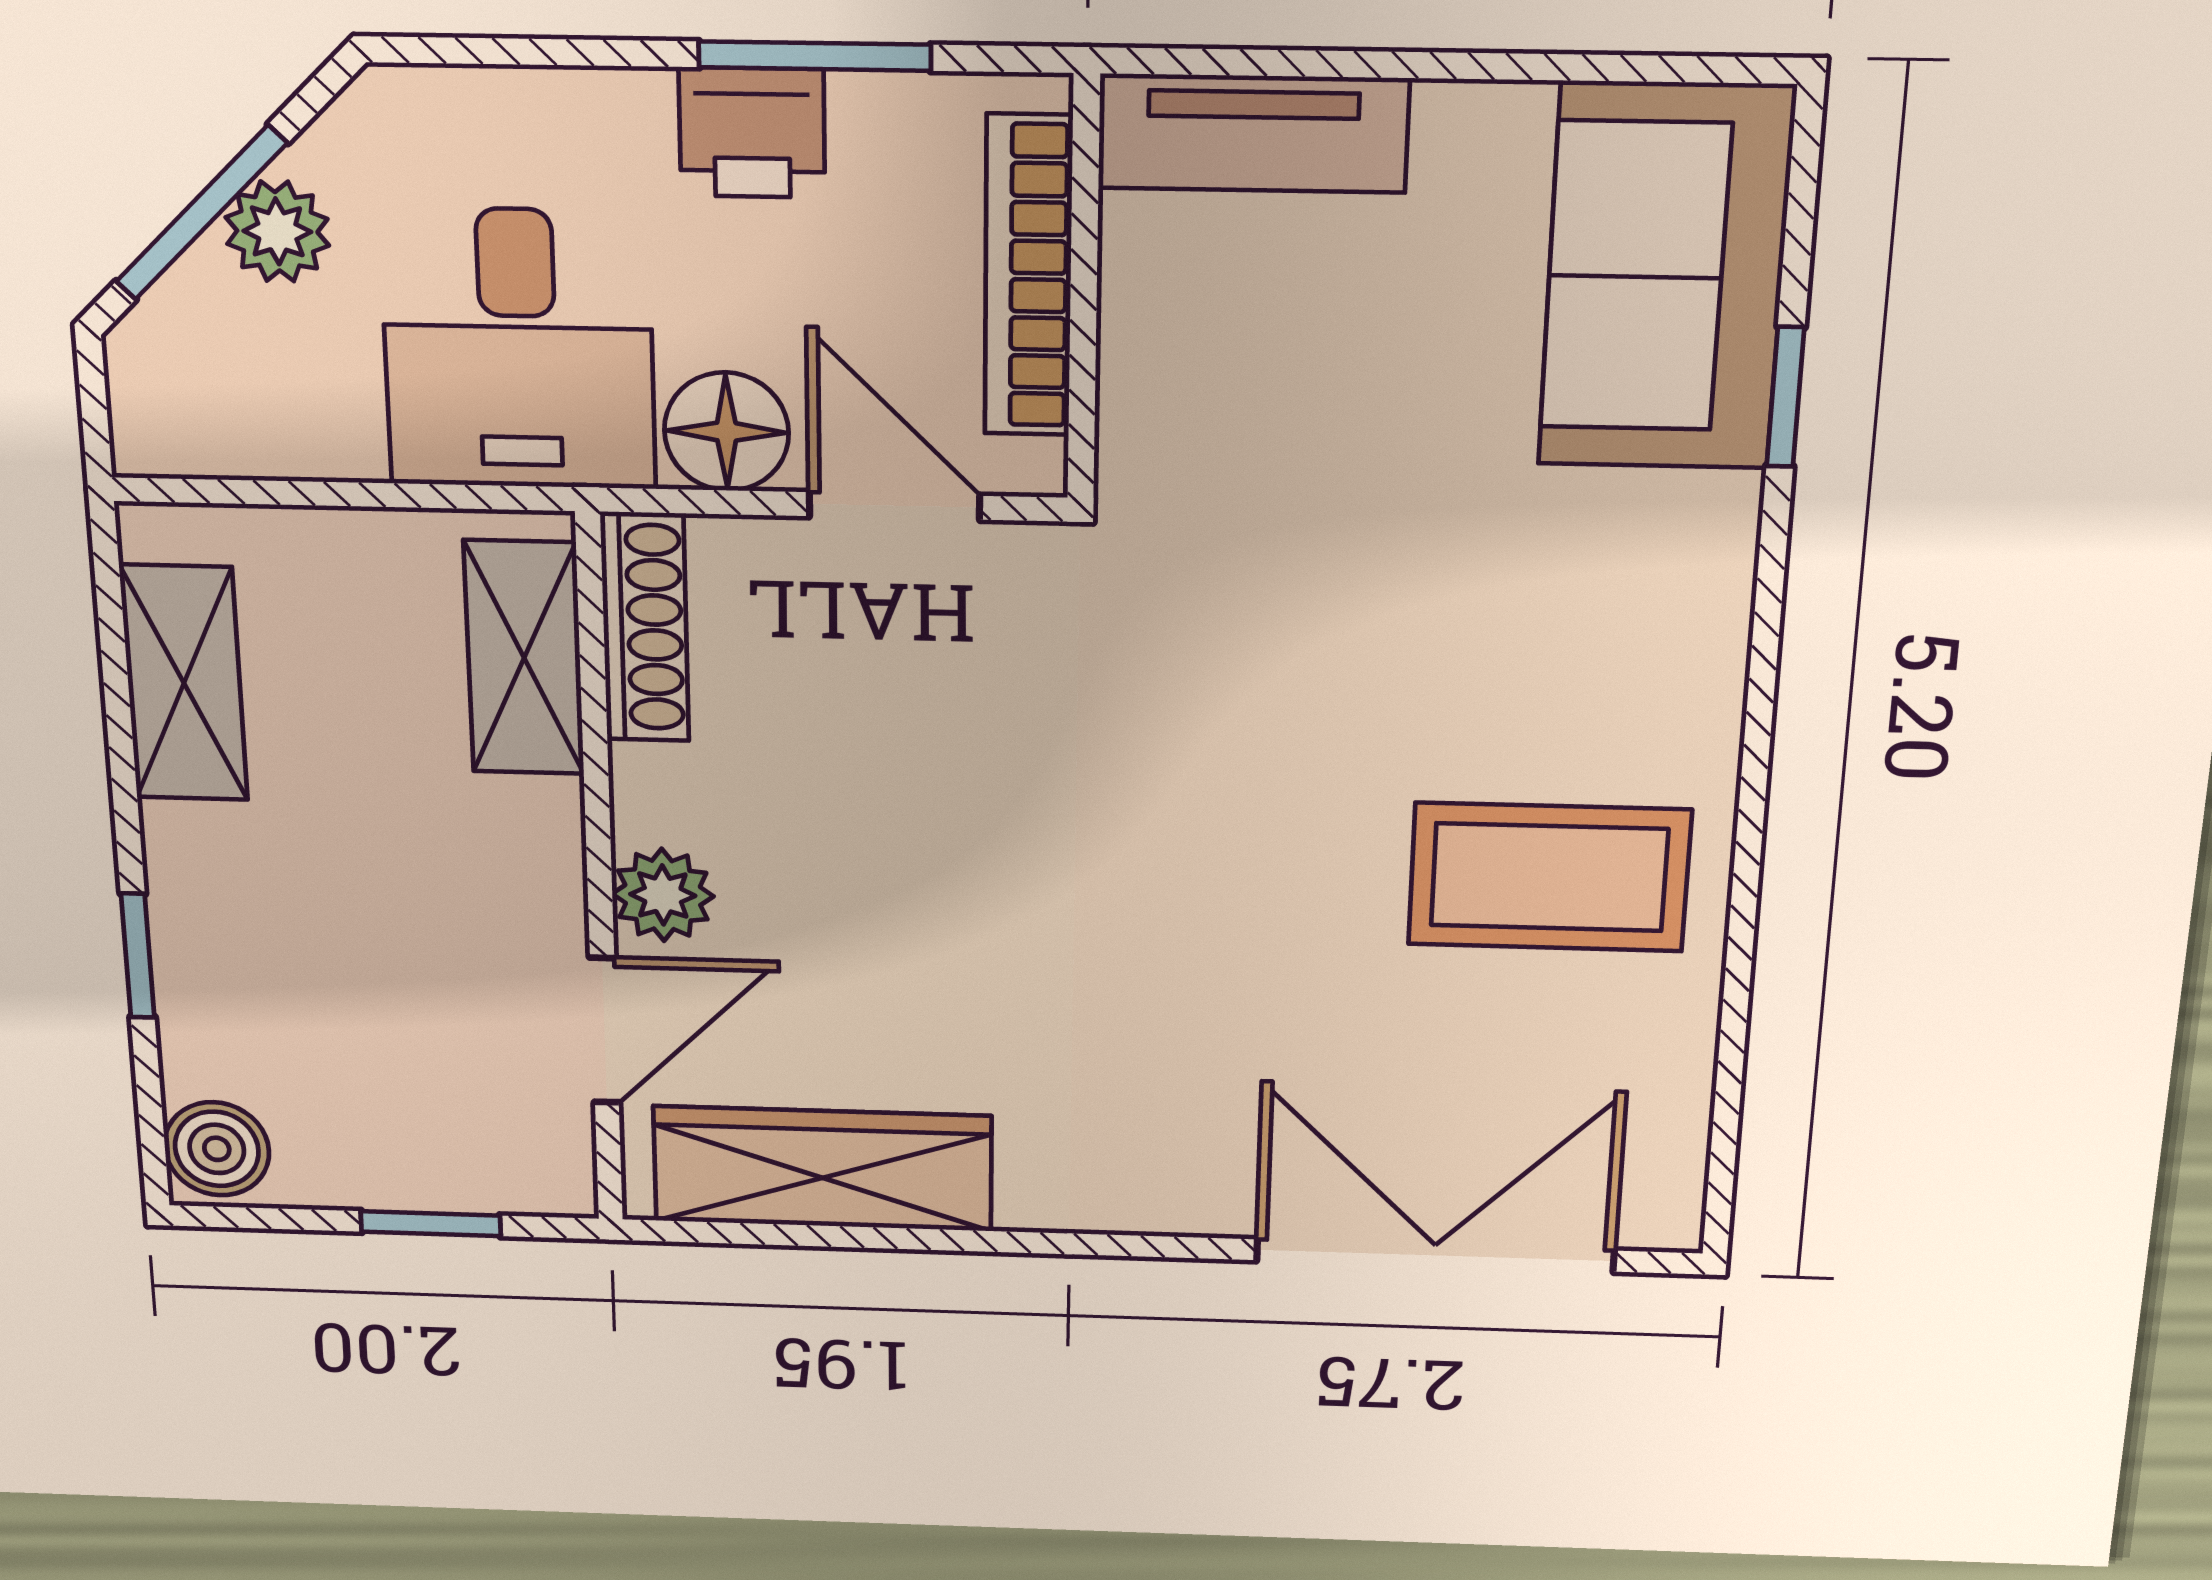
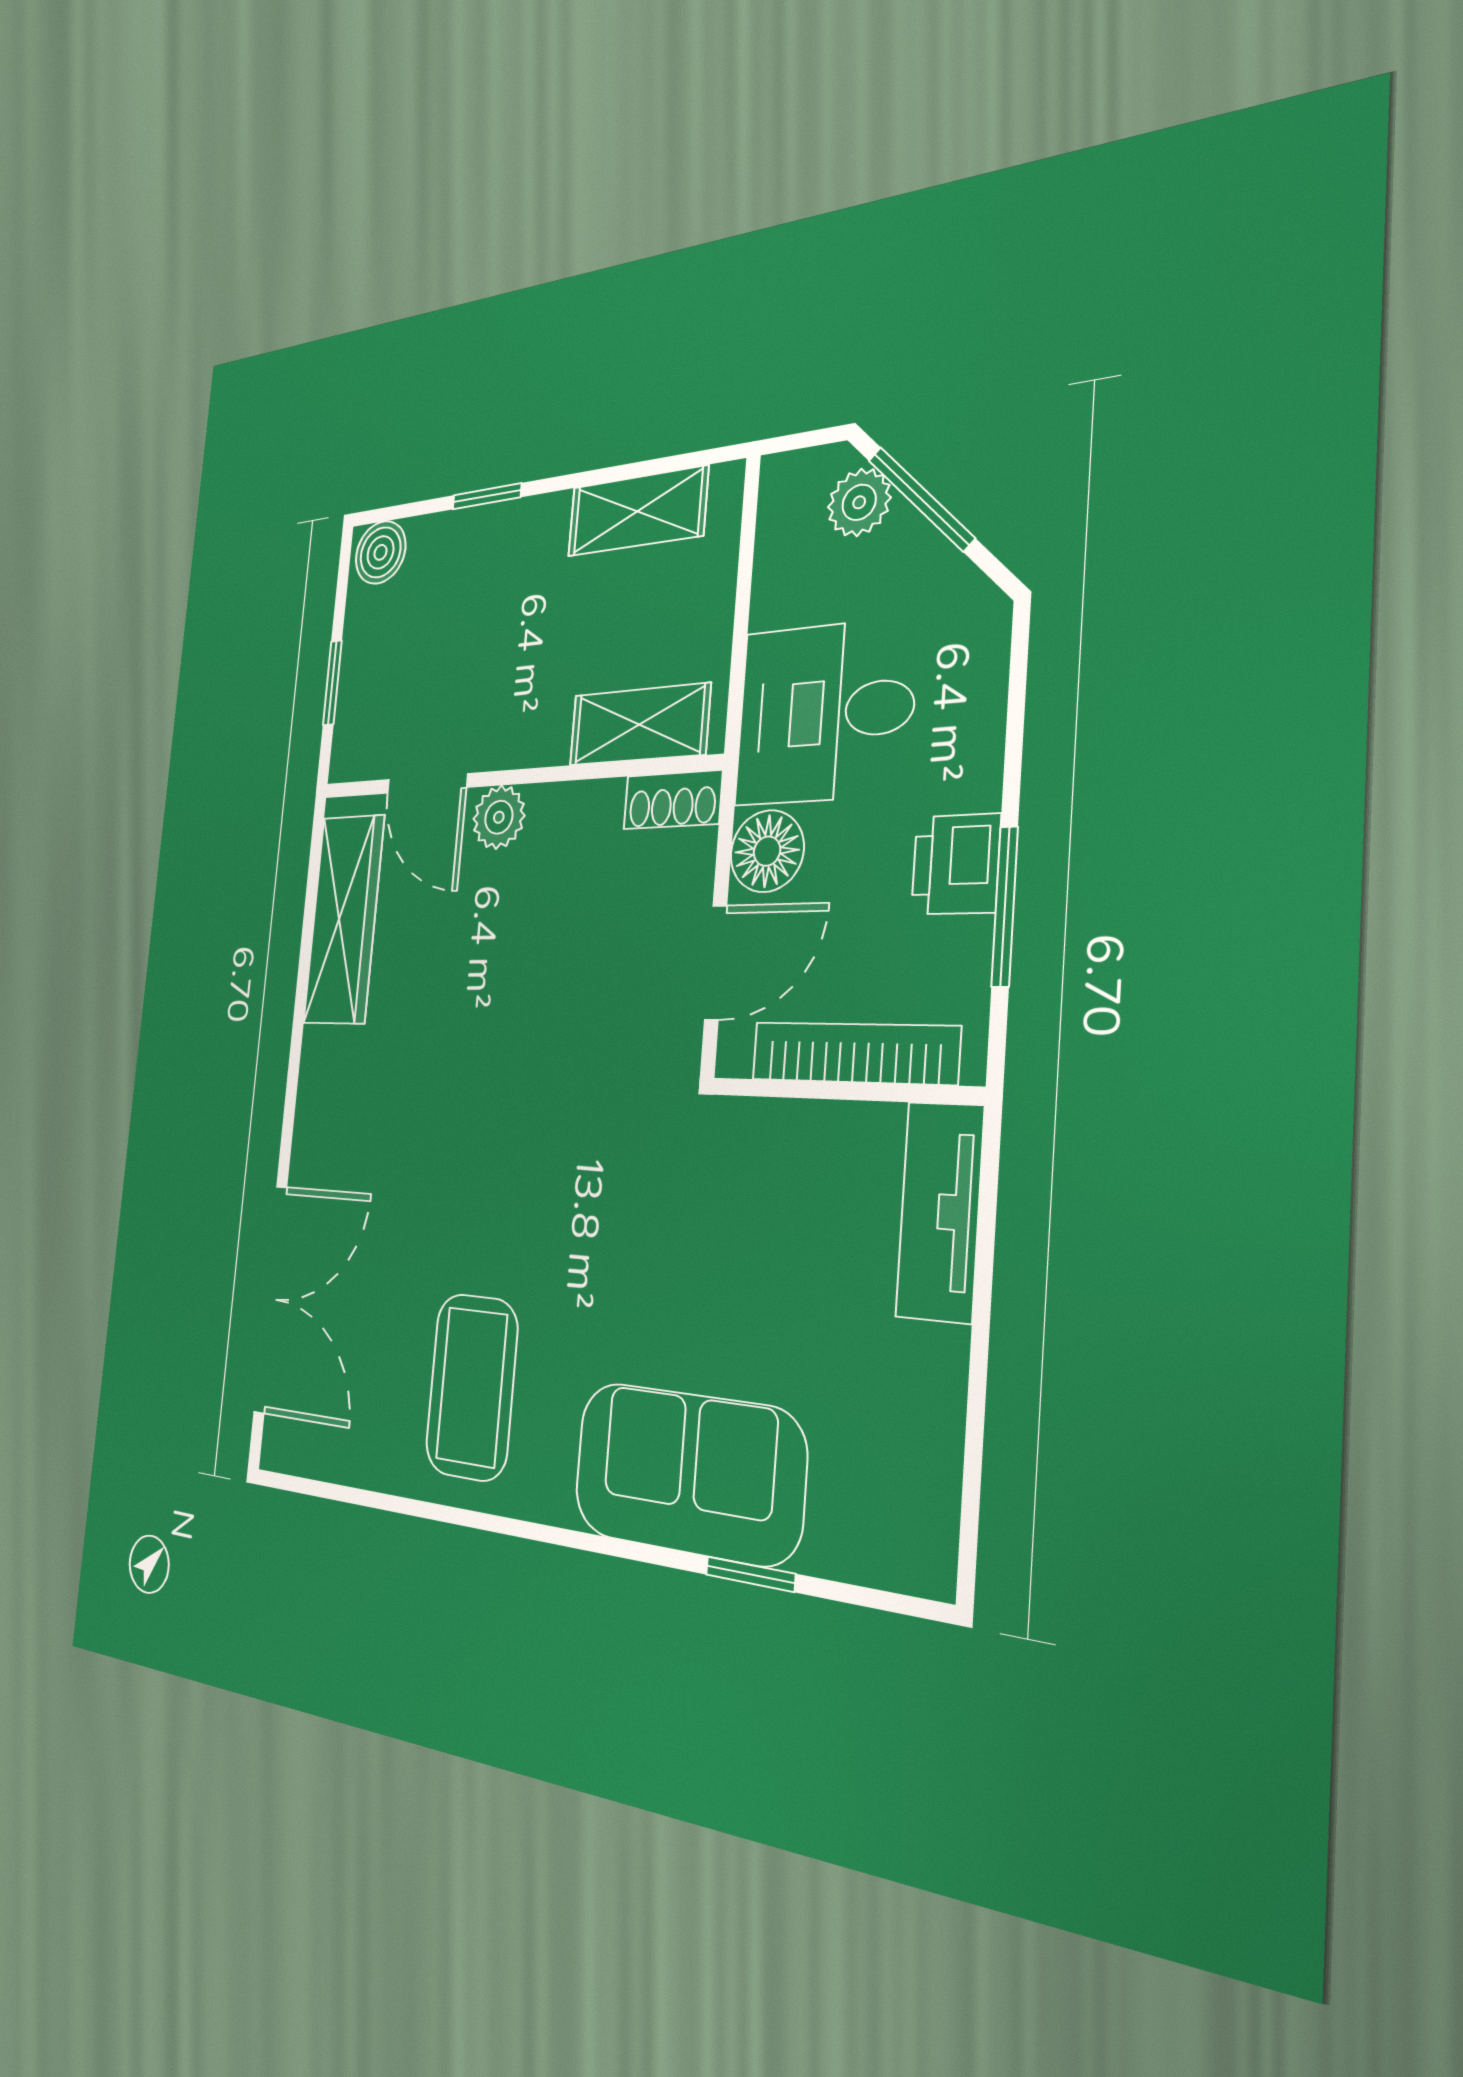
plant: (277, 231) -> (859, 502), moved
sofa: (1665, 277) -> (688, 1473), moved
shoe rack: (645, 627) -> (673, 800), width x0.70

